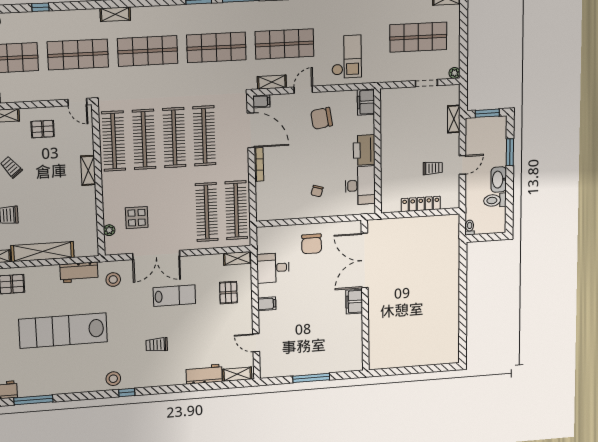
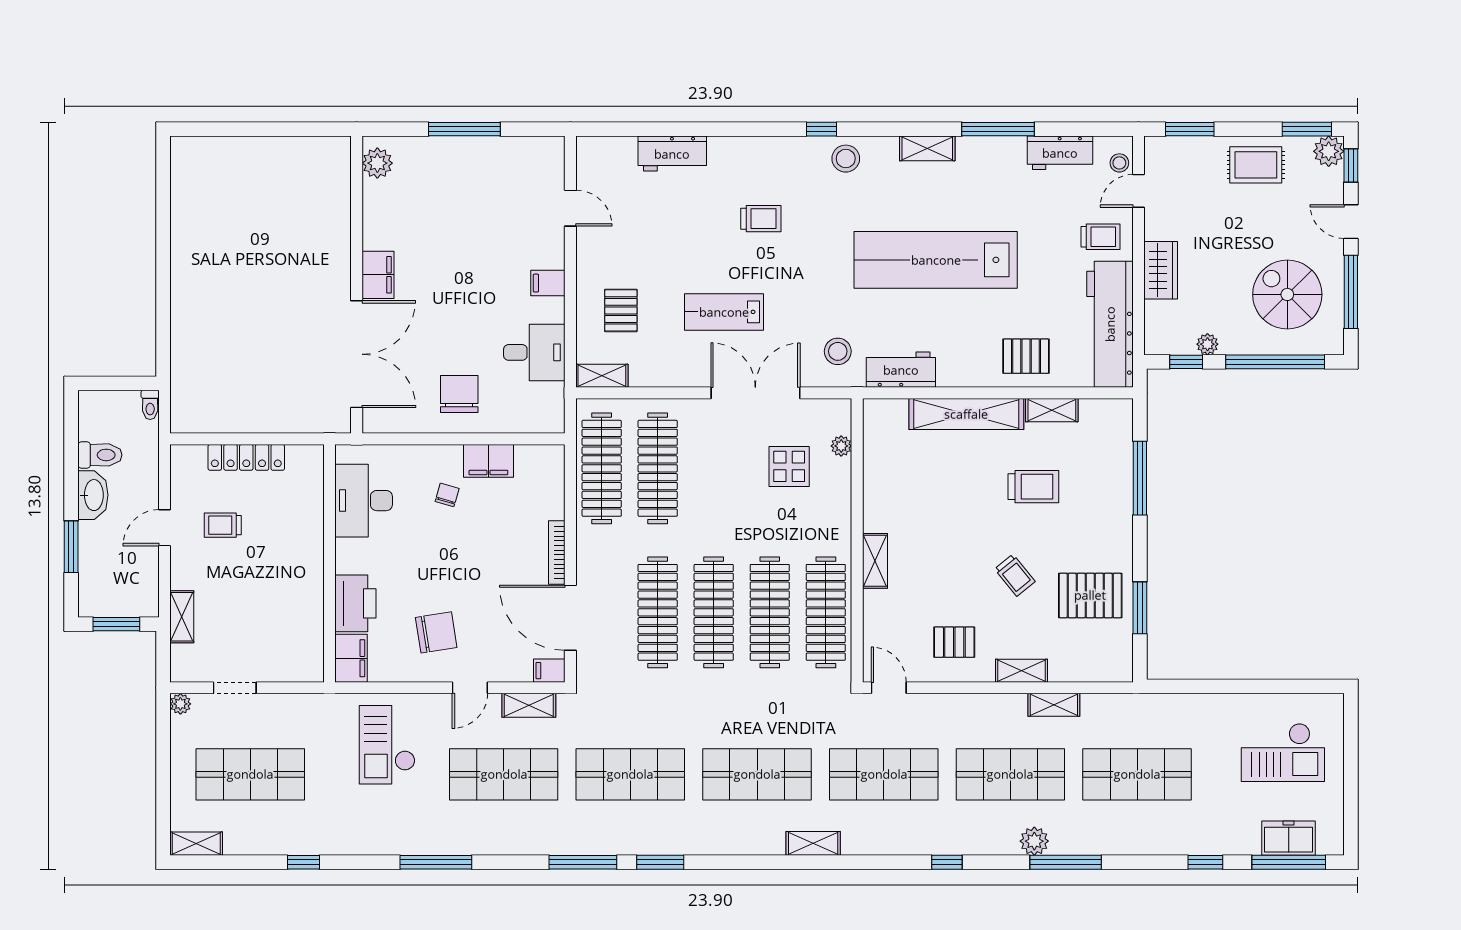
printer: (364, 150) -> (355, 603), moved
filing cabinet: (296, 210) -> (488, 461), added
lab bench: (63, 331) -> (936, 260), turned 180
plant: (355, 358) -> (377, 163), added
shelving: (237, 374) -> (927, 148), moved

